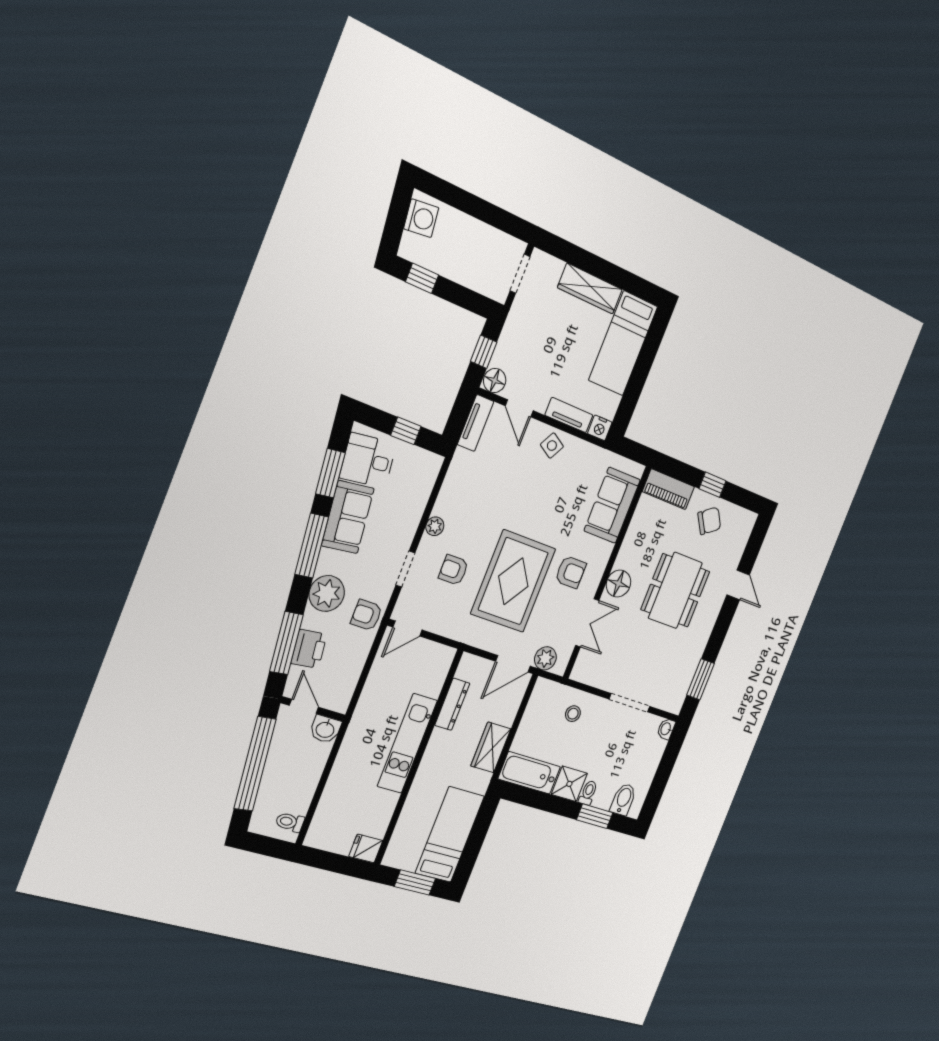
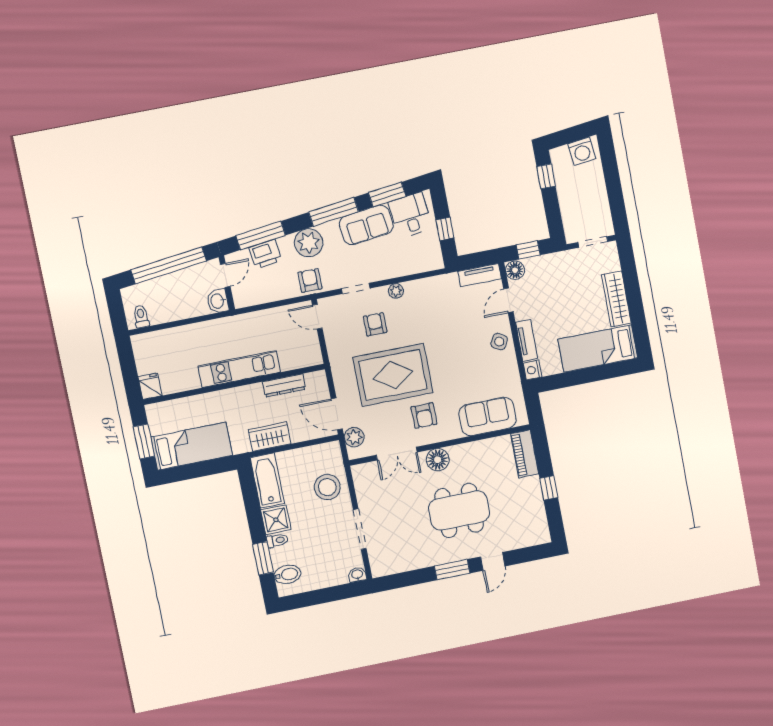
chair: (709, 521) -> (523, 504), removed
window: (701, 679) -> (452, 570), moved
stool: (573, 714) -> (327, 487), width x1.89, depth x1.89

